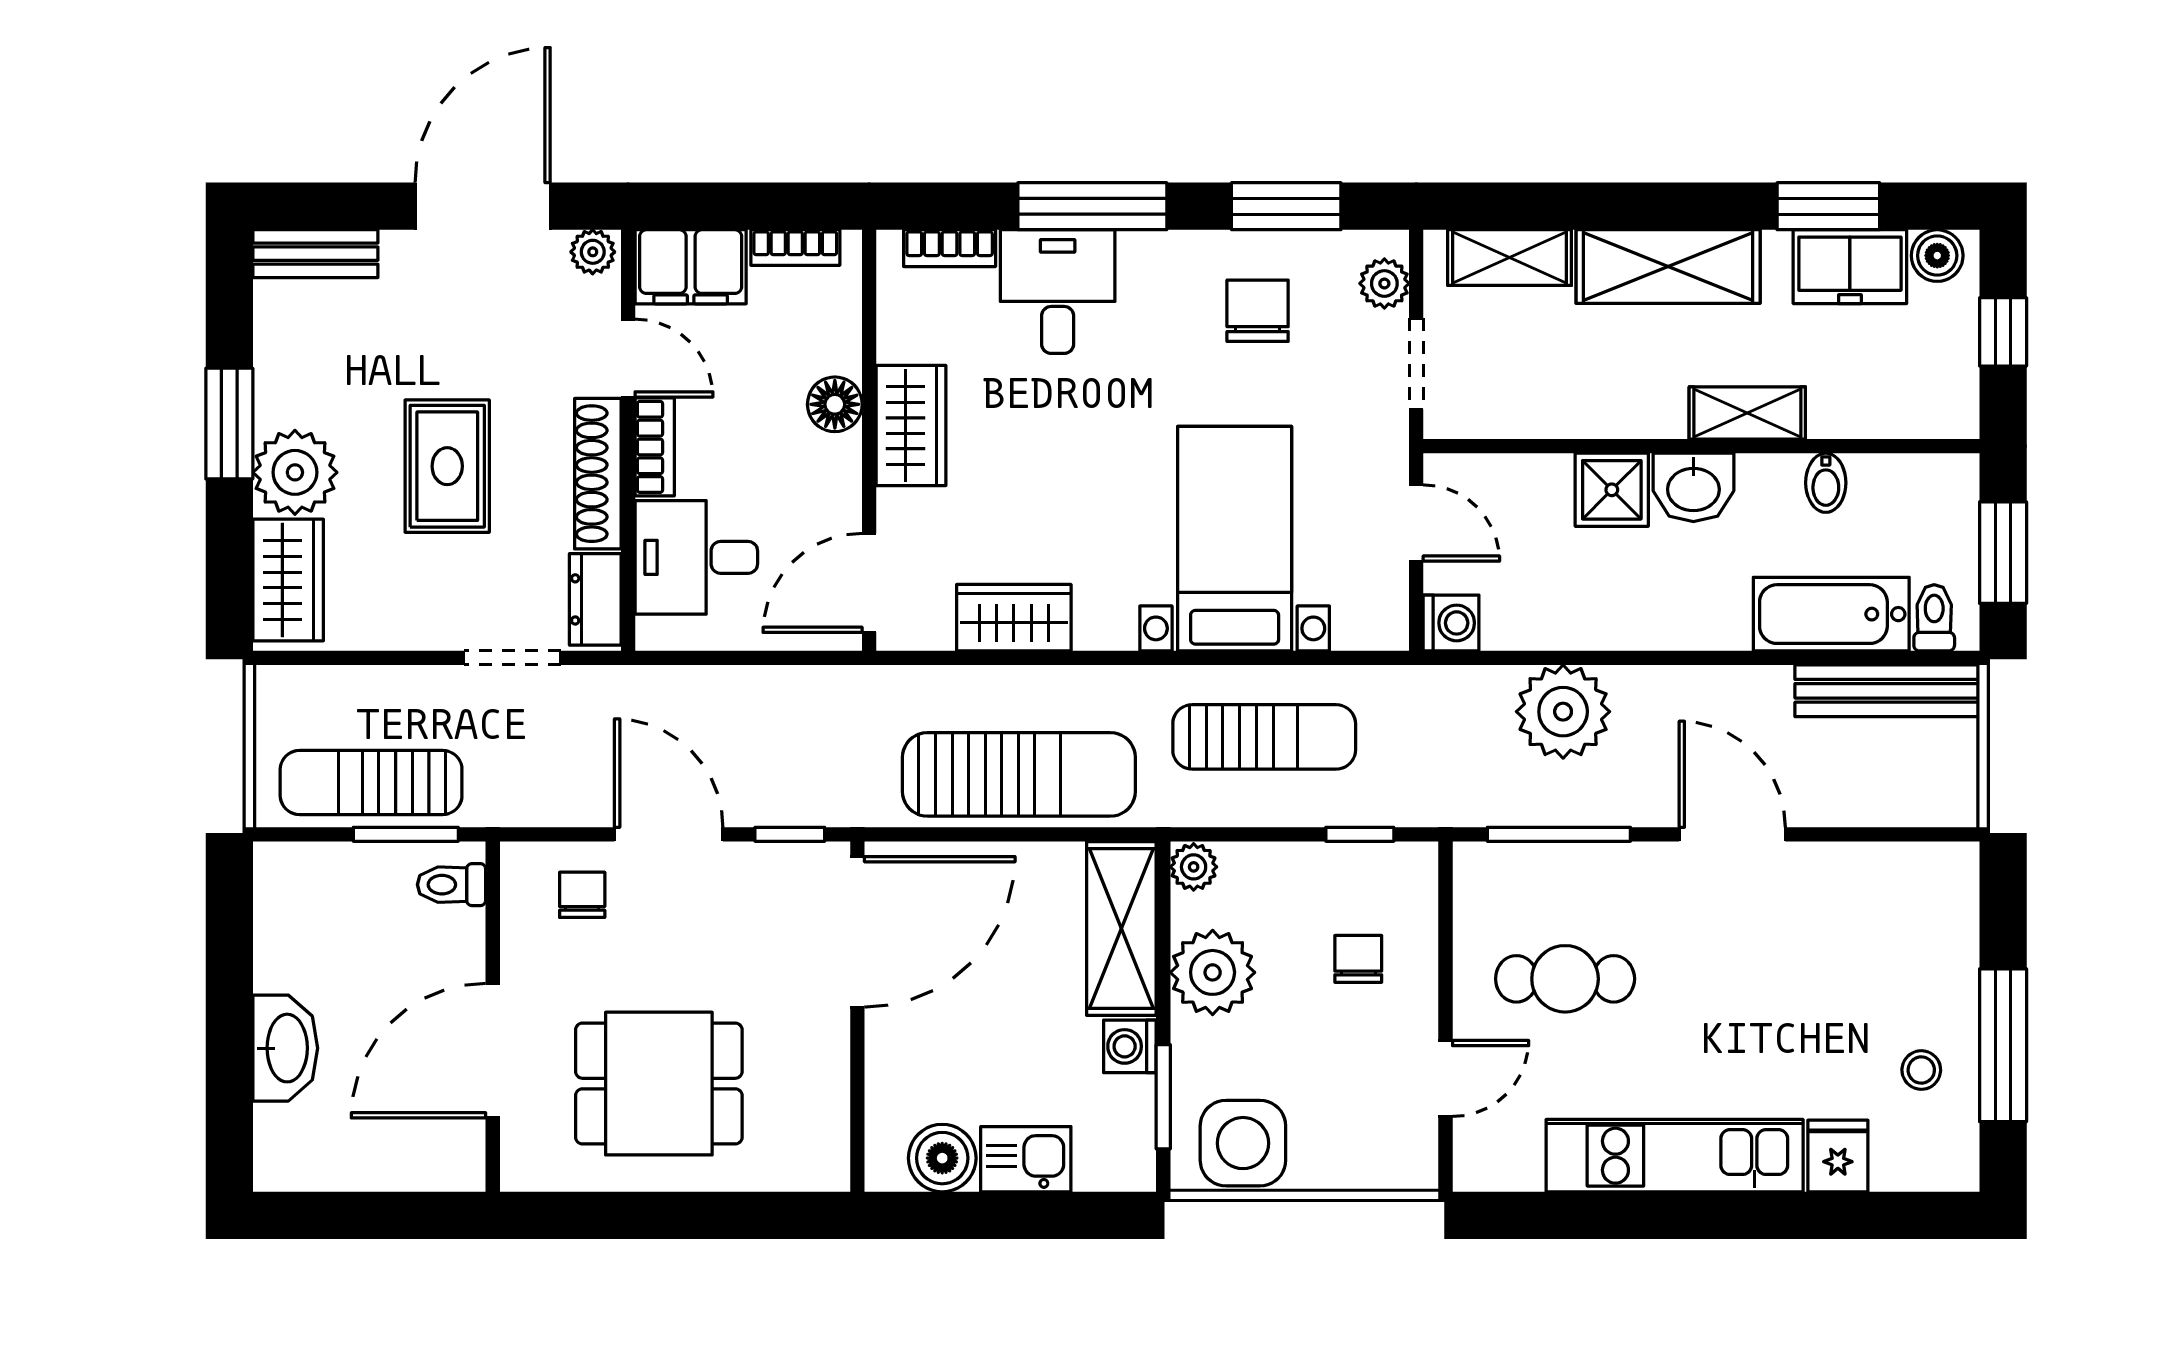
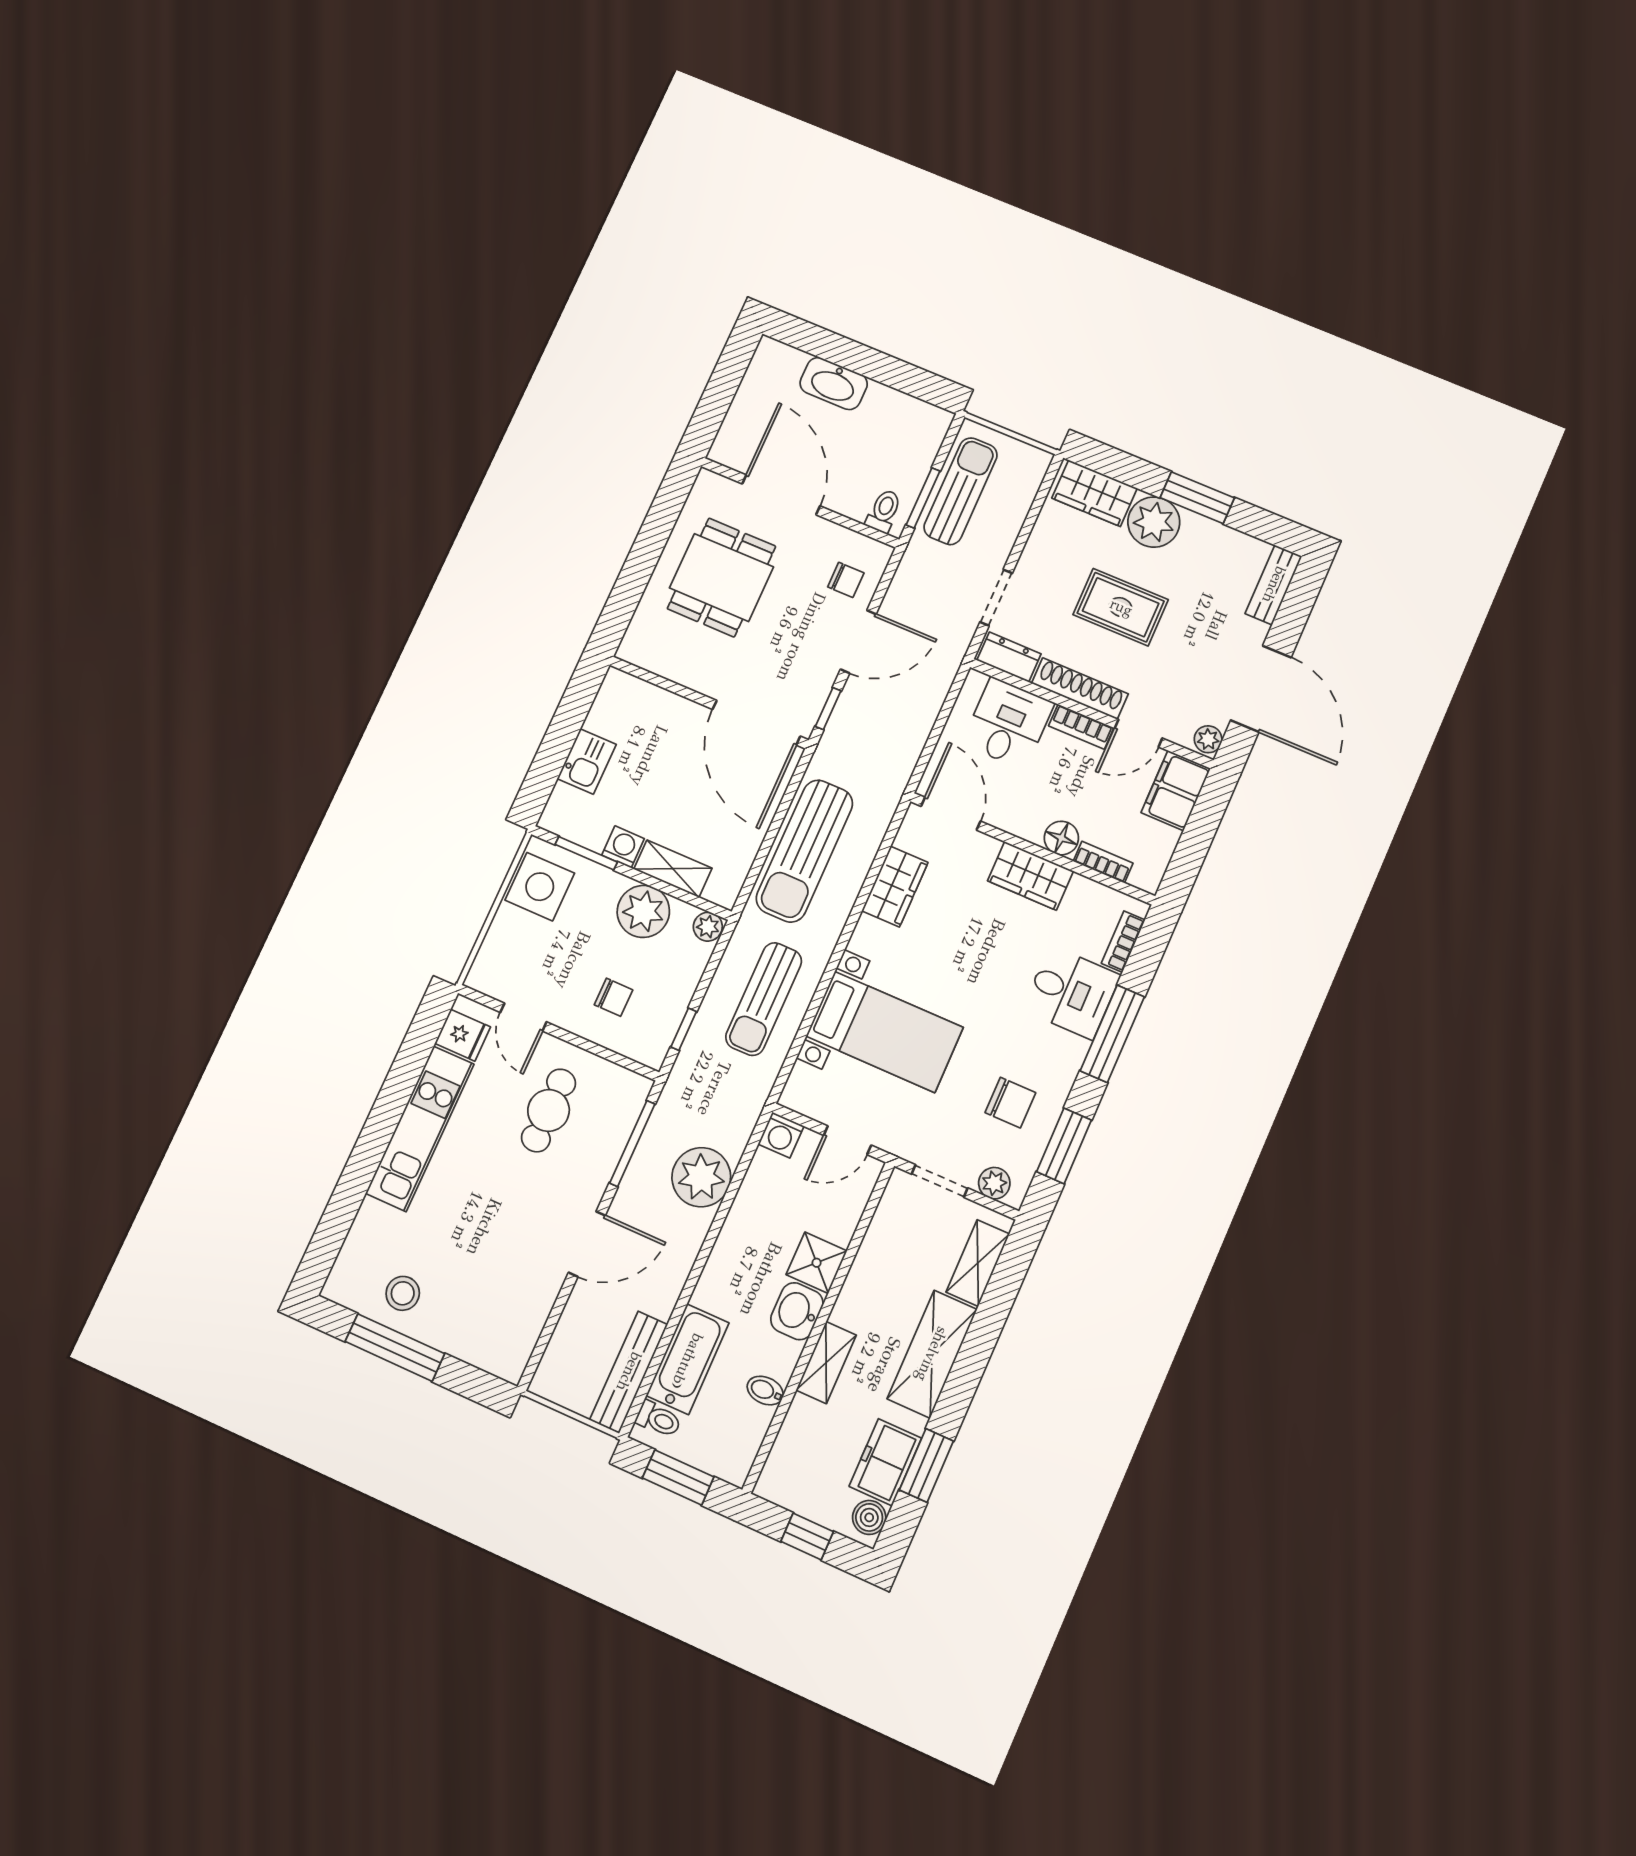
bookcase: (795, 248) -> (1103, 862), moved, turned 90
shelving: (1121, 928) -> (673, 869), width x0.67, depth x0.75
stool: (1921, 1070) -> (403, 1293), width x1.37, depth x1.37
fridge: (1838, 1156) -> (463, 1035), moved
boiler: (942, 1158) -> (608, 715), removed

